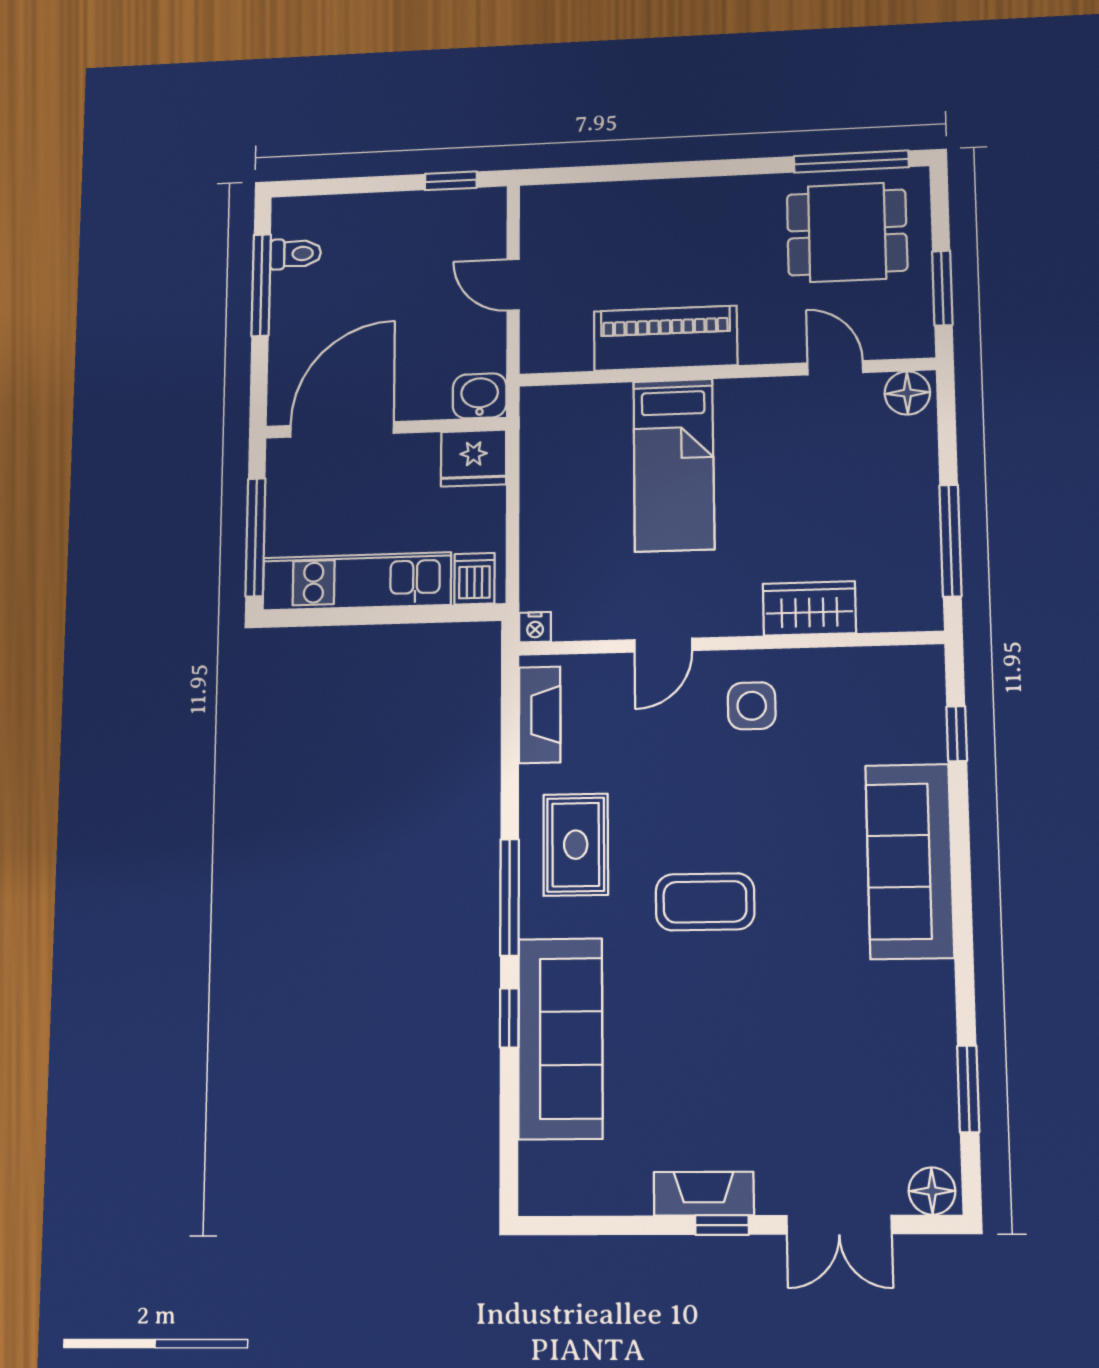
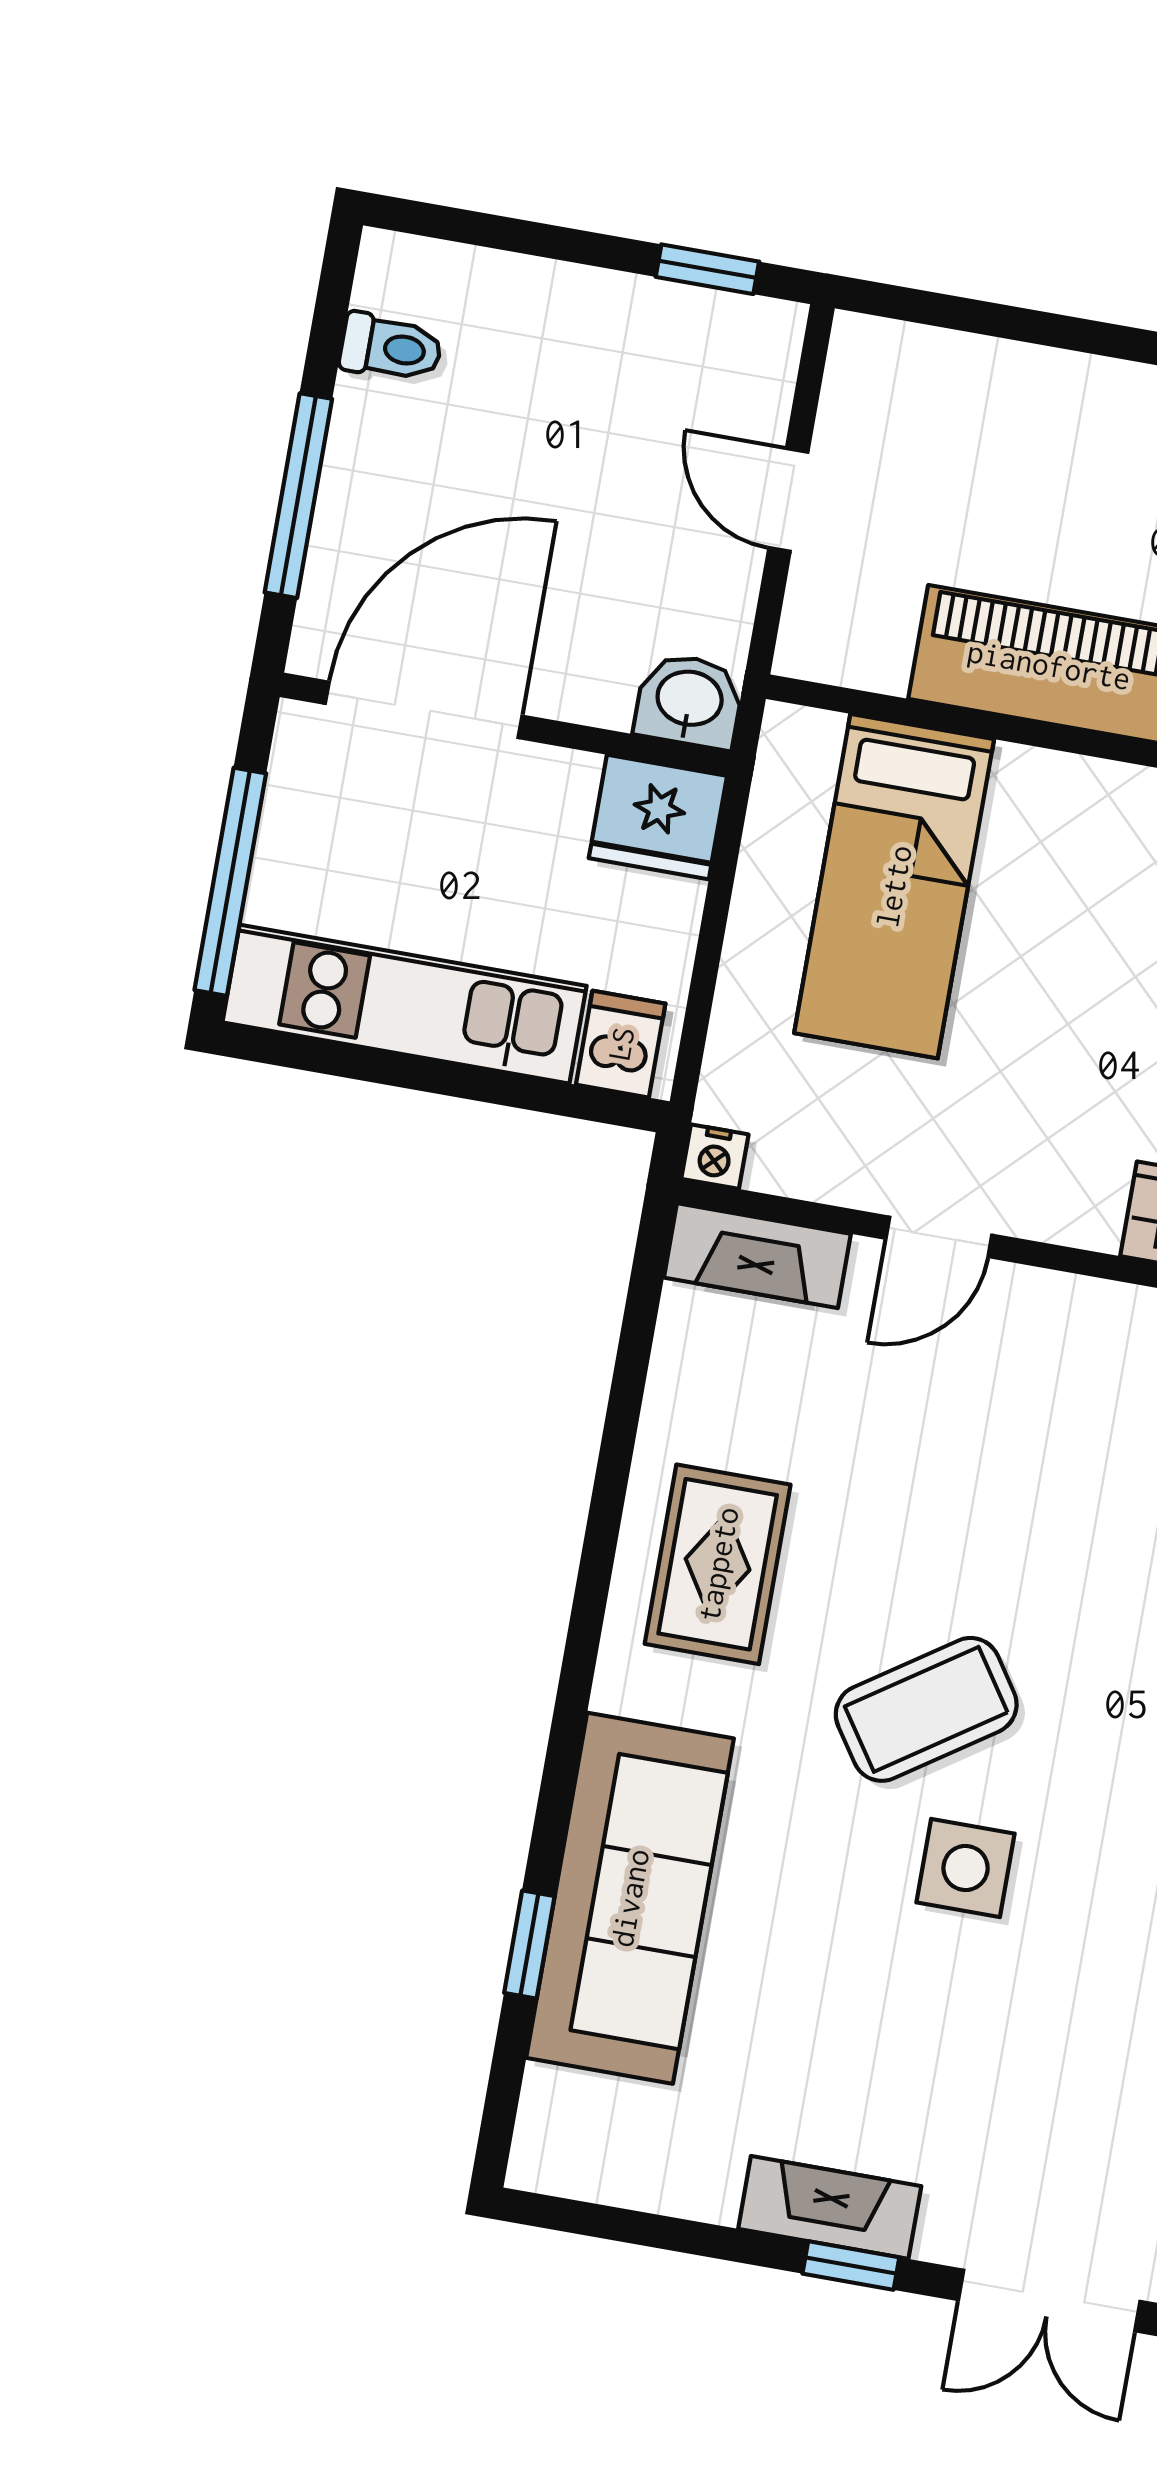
window: (261, 285) -> (298, 496), moved
bed: (674, 465) -> (894, 886), moved
side table: (752, 706) -> (966, 1868), moved
fireplace: (540, 715) -> (757, 1256), moved, turned 90
window: (510, 897) -> (584, 1635), removed
coffee table: (705, 902) -> (926, 1709), turned -34
window: (509, 1018) -> (529, 1944), moved

